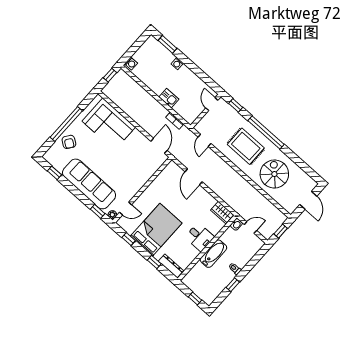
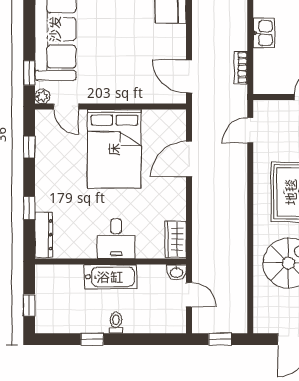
door: (159, 146) -> (189, 77), swing flipped
bed: (156, 230) -> (114, 149), moved, turned 90

